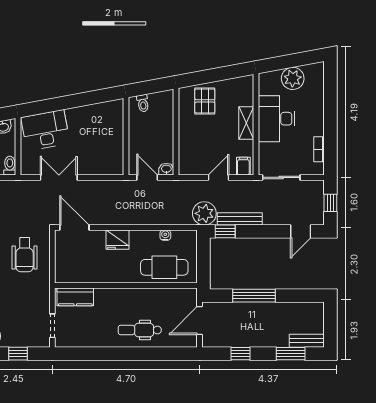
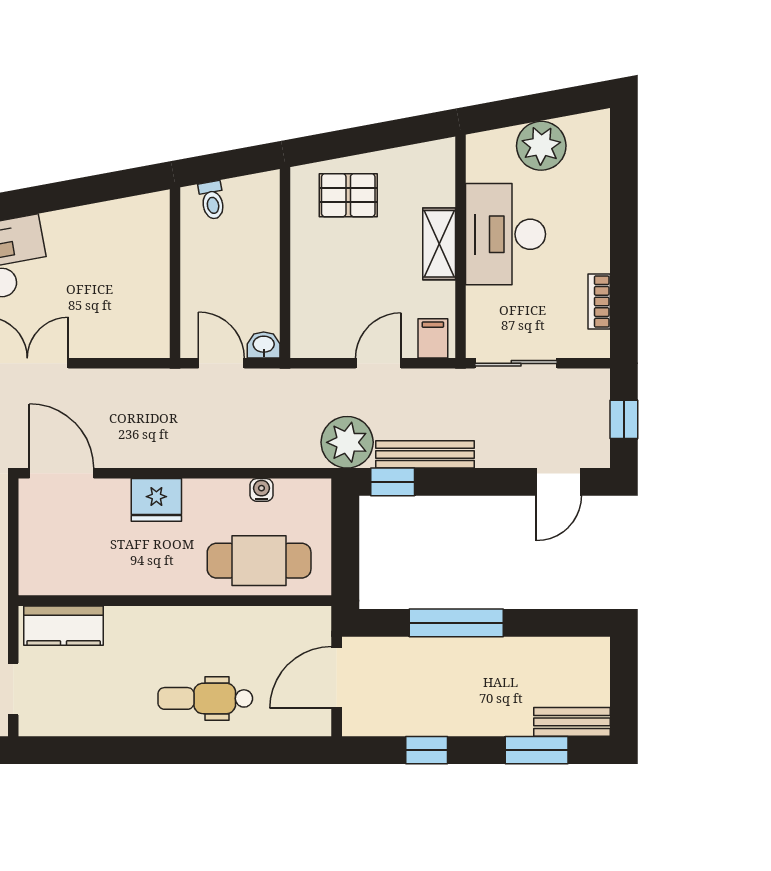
pallet: (205, 101) -> (348, 195), turned 90

